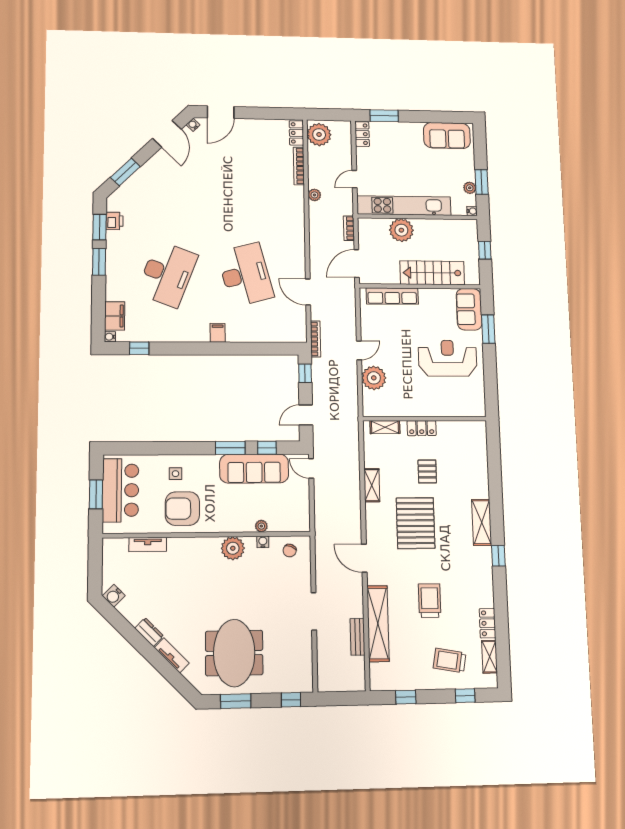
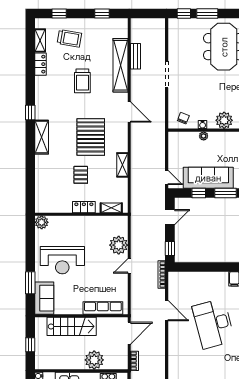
plant: (477, 408) -> (42, 222), added
window: (236, 701) -> (207, 14), moved

